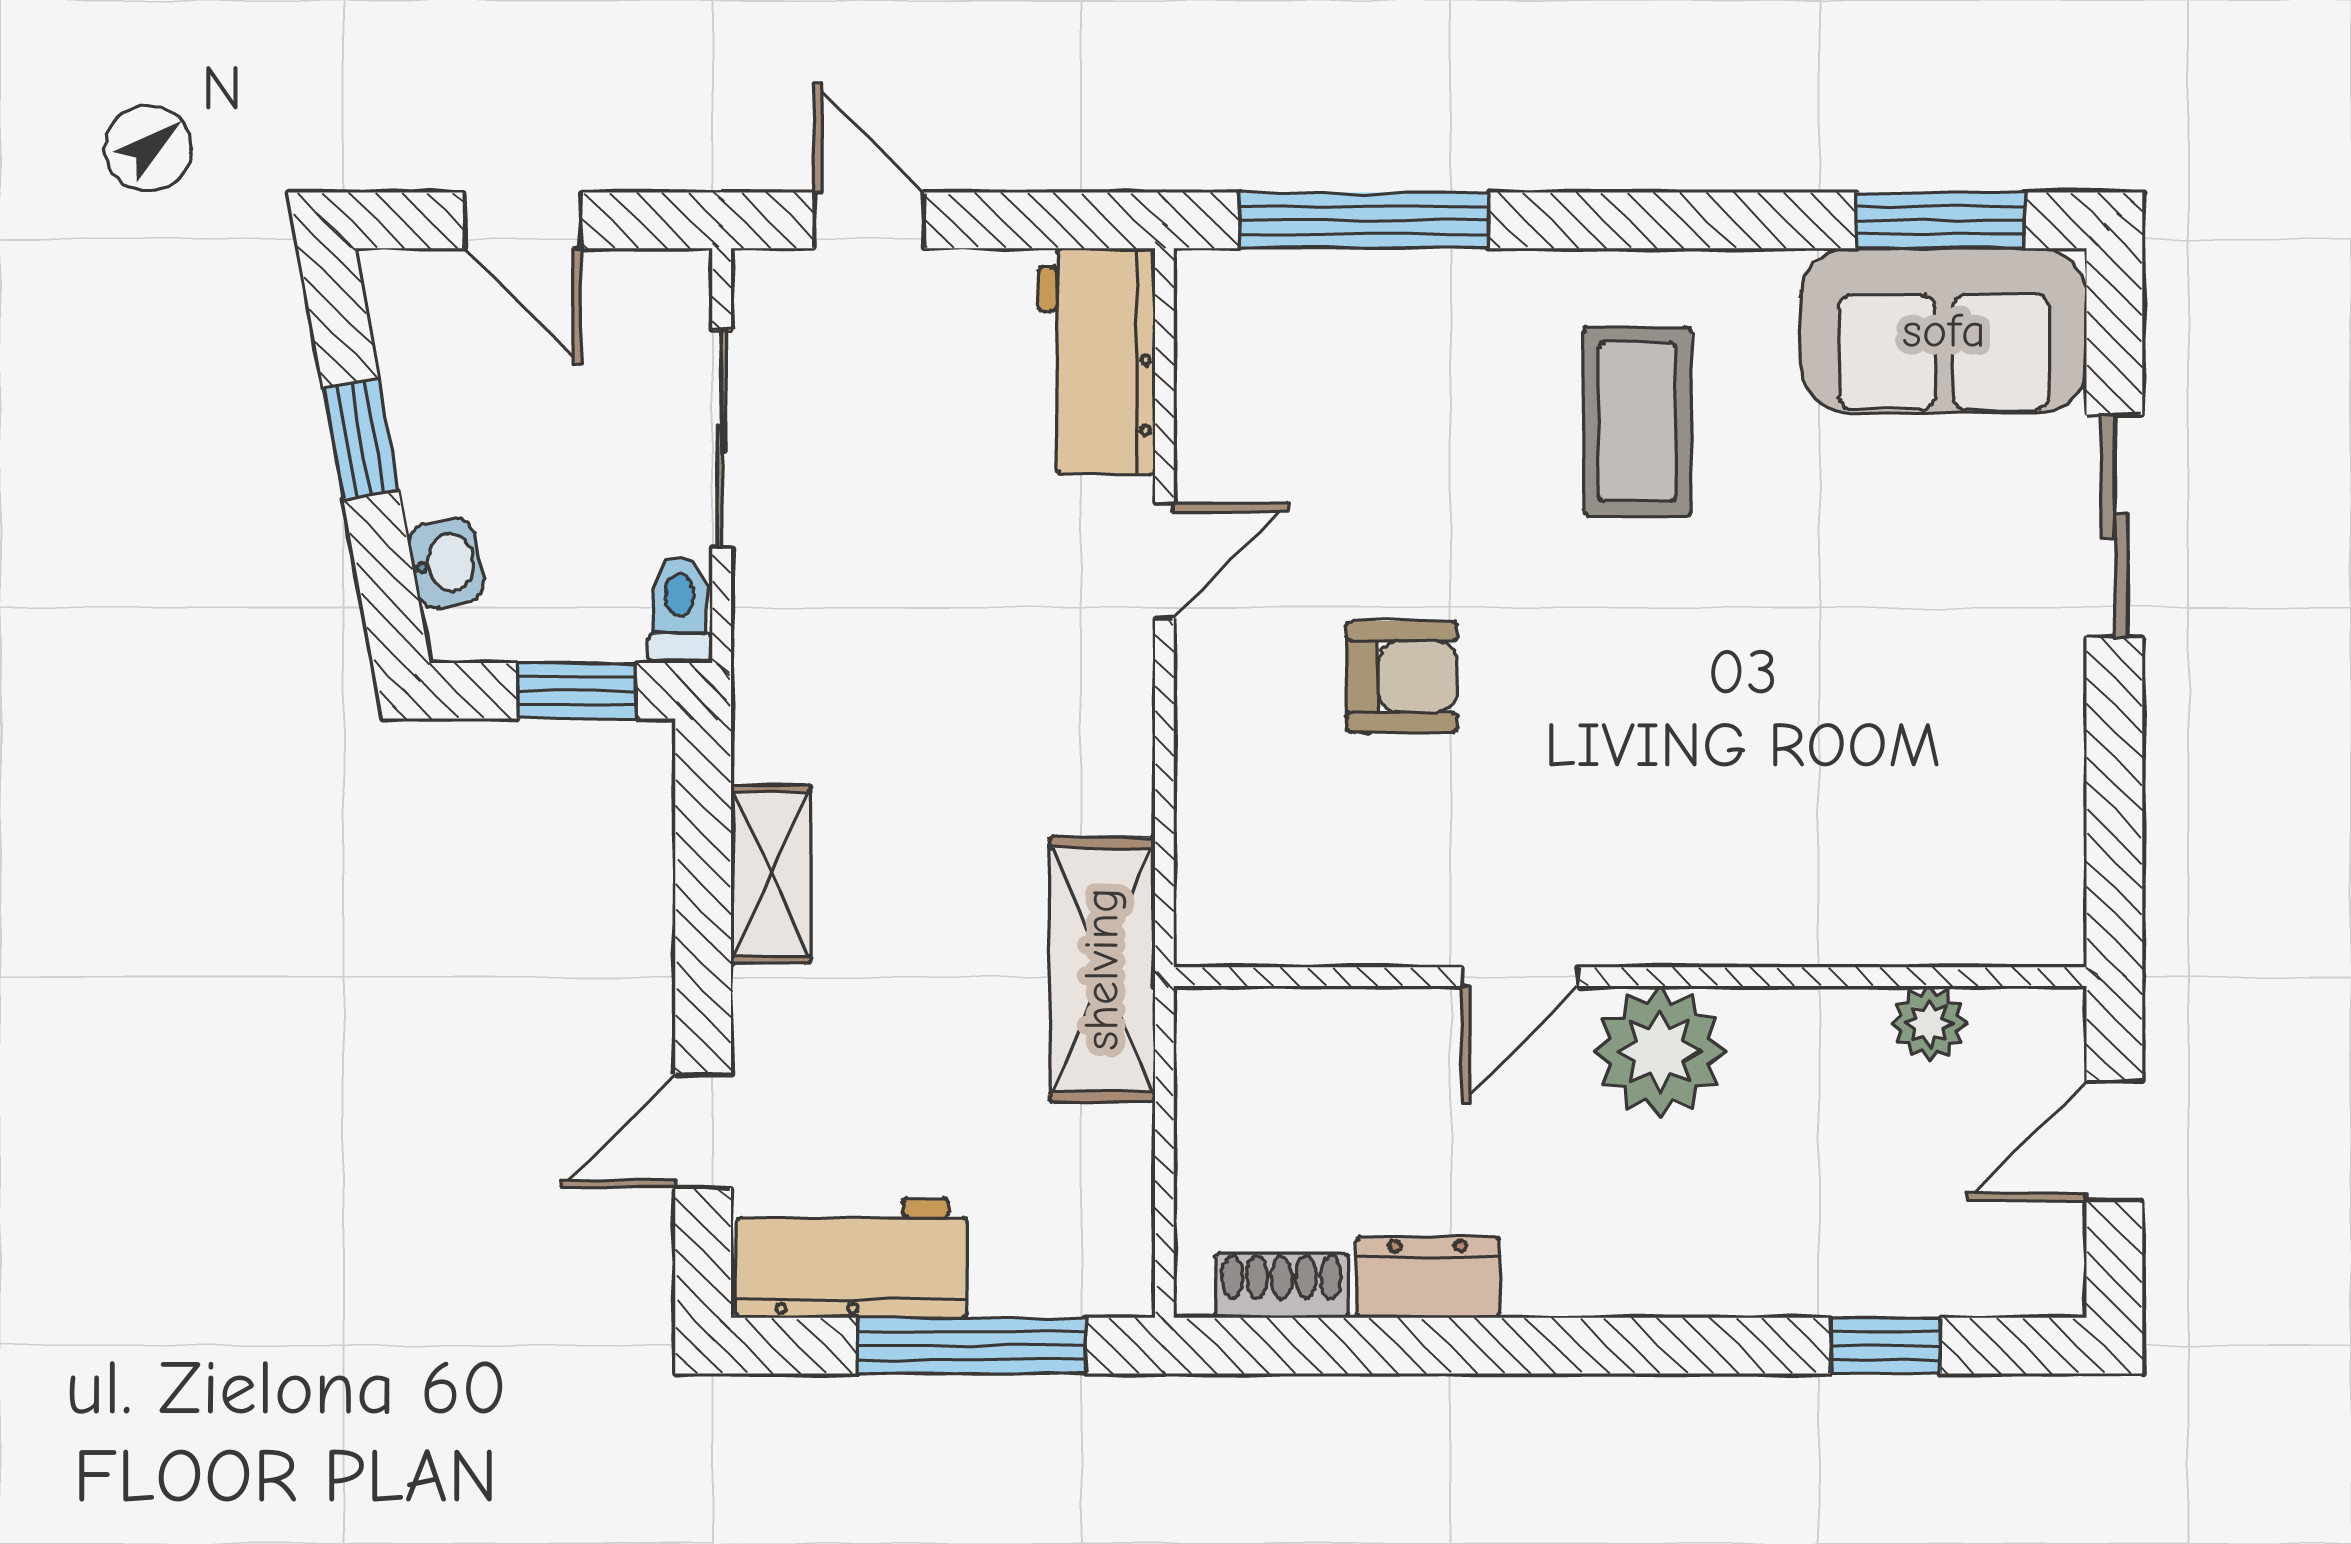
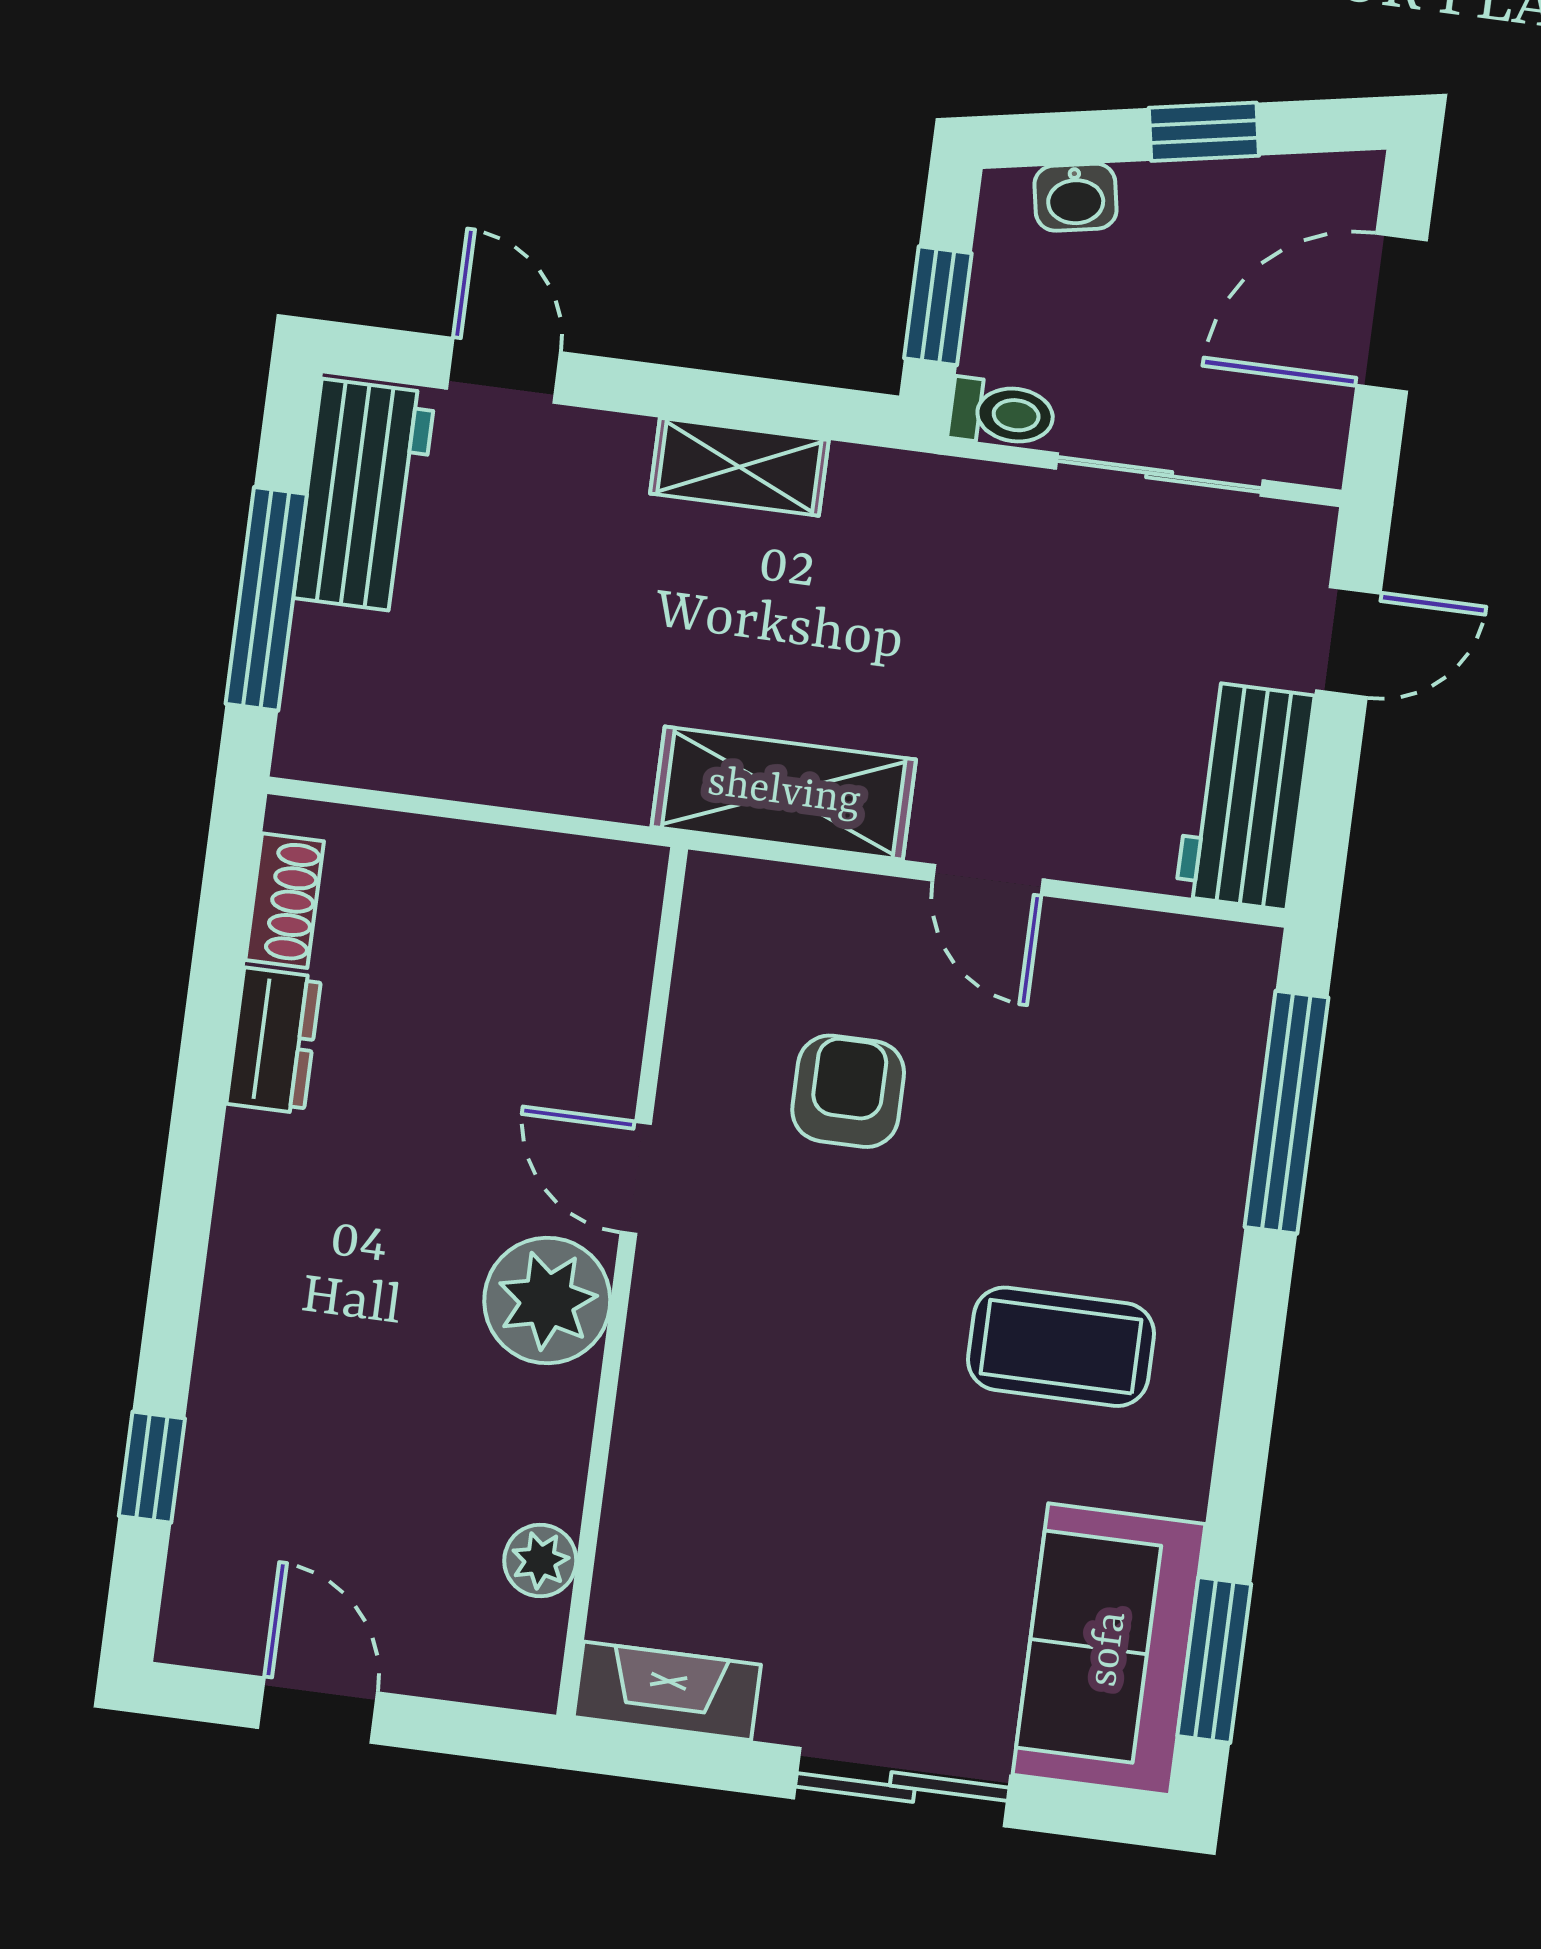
door: (523, 220) -> (1392, 313), width x1.38
workbench: (1097, 361) -> (1245, 796), moved, turned -90
armchair: (1402, 677) -> (848, 1091), turned 180
fireplace: (2047, 782) -> (667, 1691), added
shelving: (1102, 969) -> (784, 793), moved
door: (1521, 977) -> (636, 1178), moved
wall: (1630, 977) -> (622, 1282), moved
plant: (1929, 1023) -> (540, 1560), moved
plant: (1659, 1052) -> (547, 1301), moved

